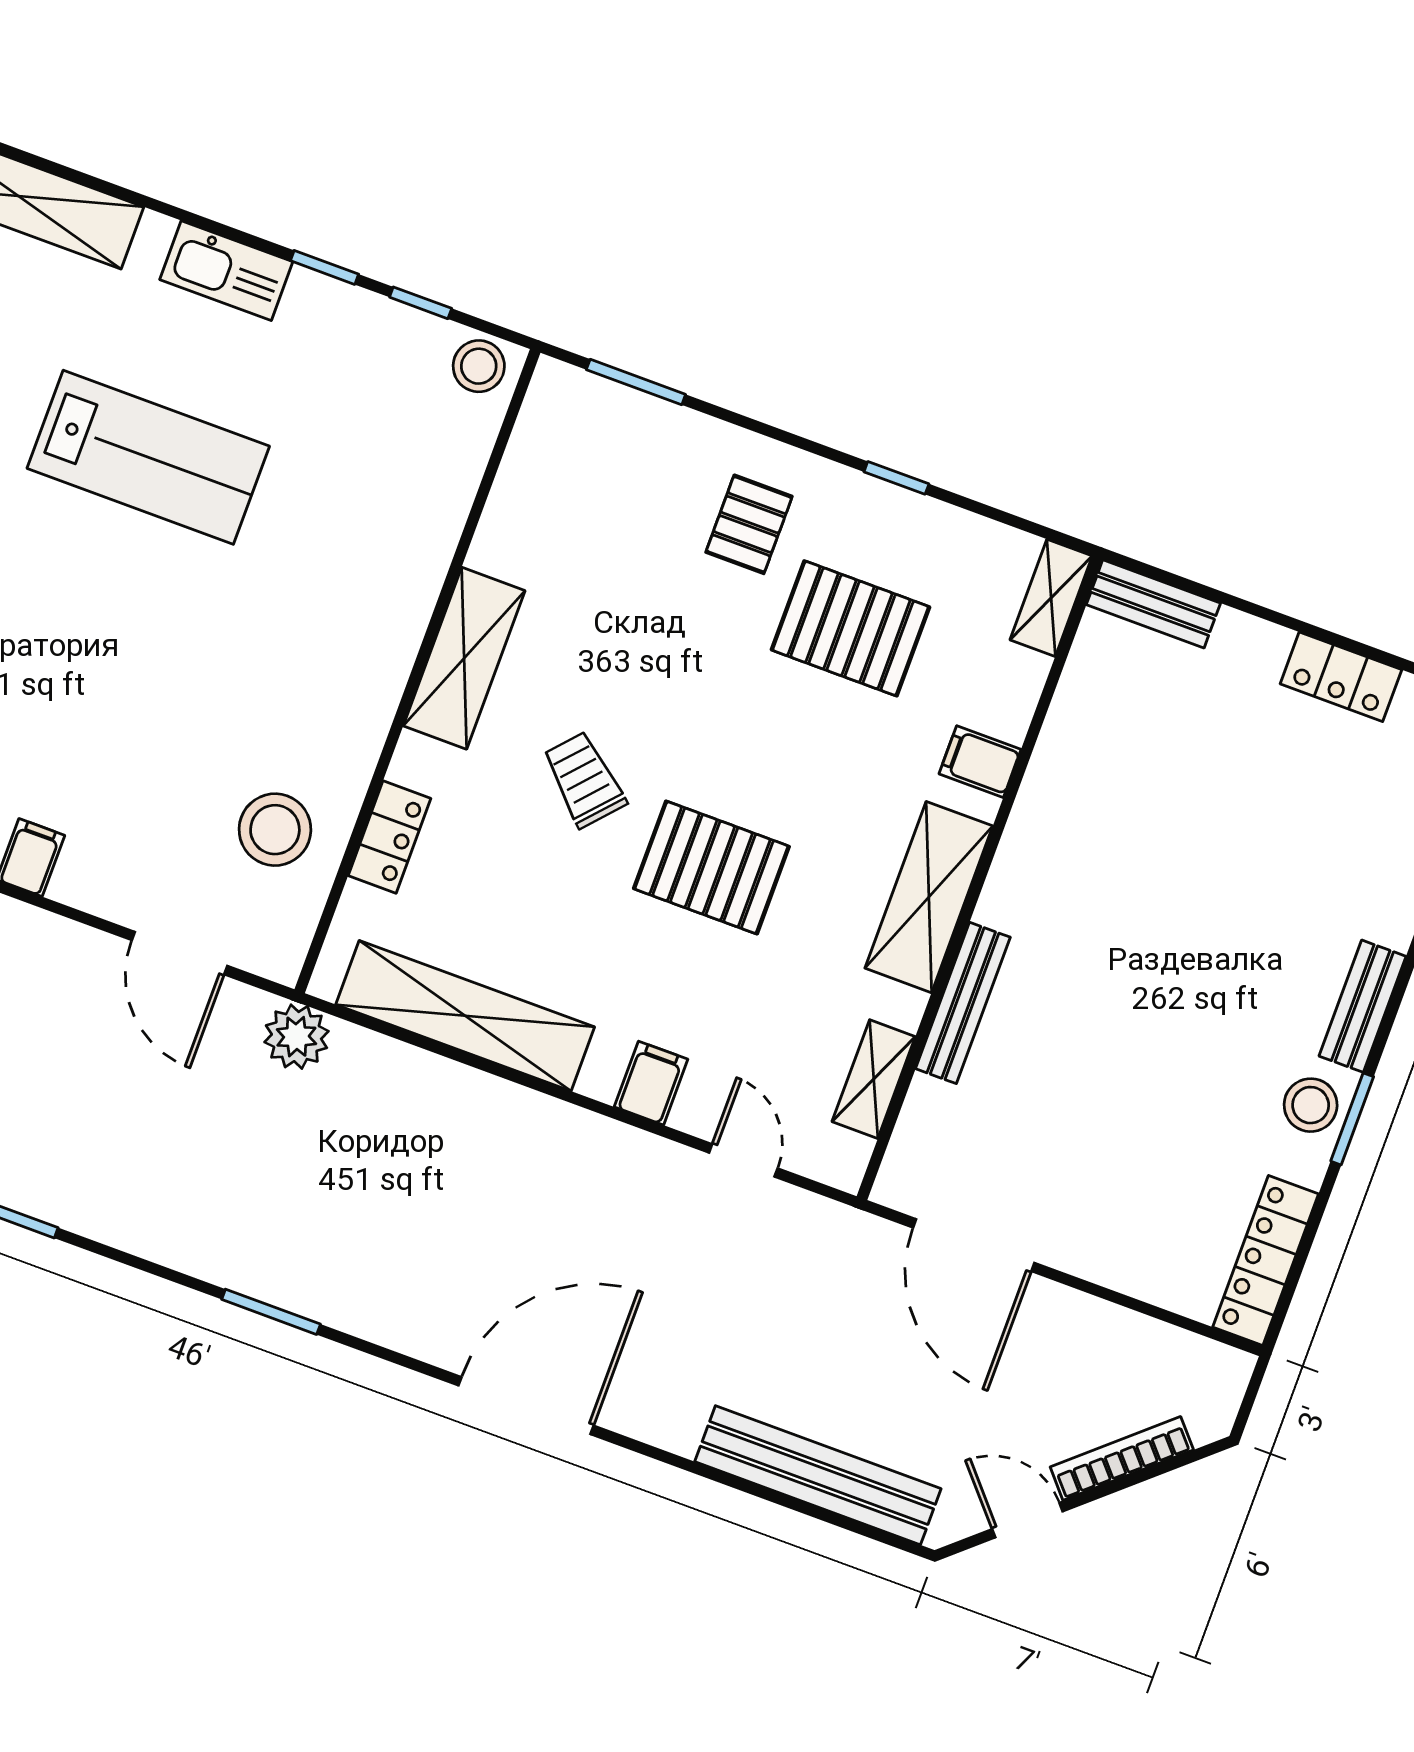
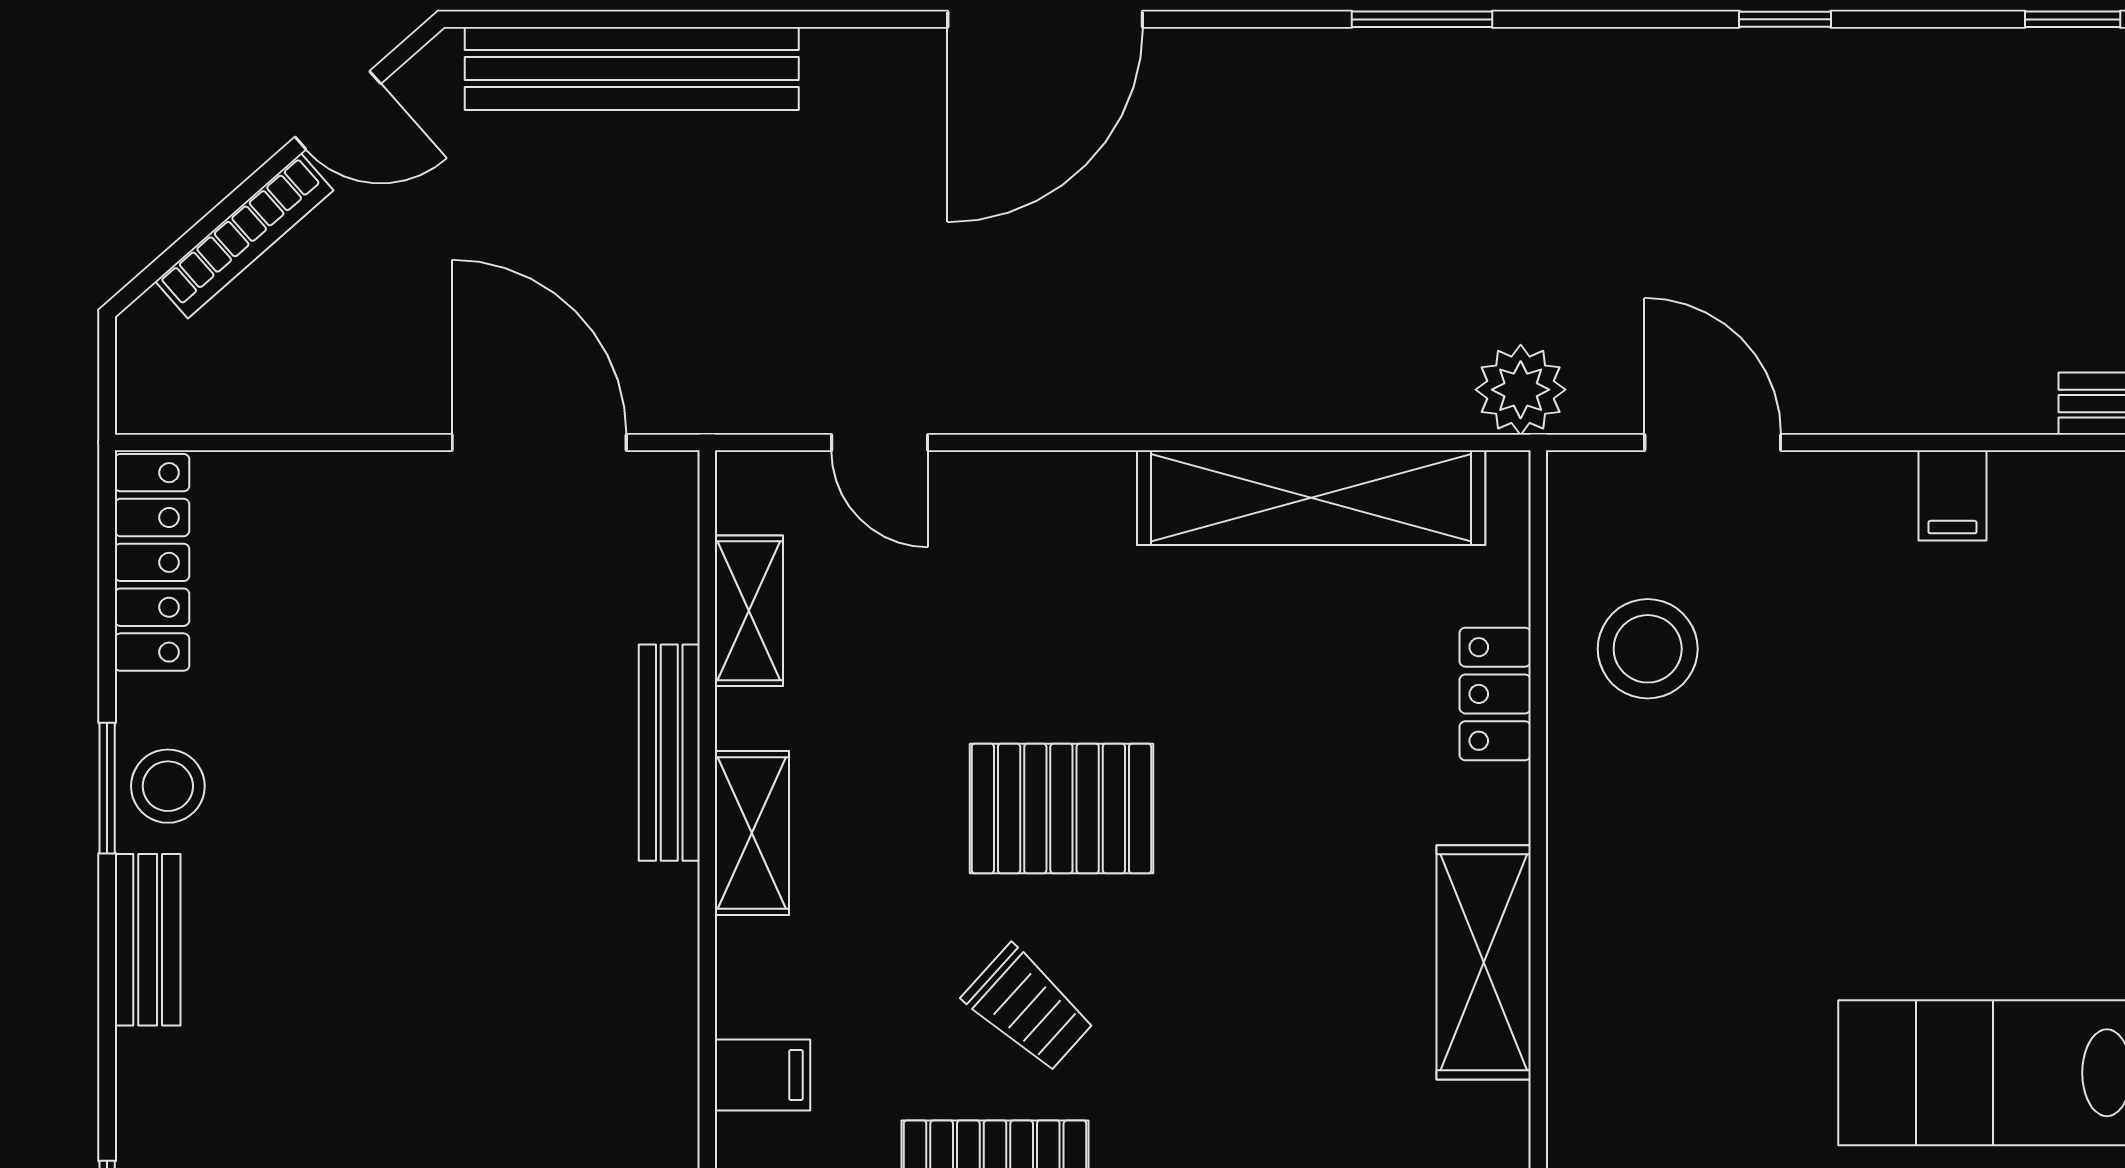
trolley: (584, 780) -> (1029, 1009), moved
shelving: (929, 897) -> (752, 833), width x0.67, depth x0.75
filing cabinet: (651, 1083) -> (1037, 499), removed

